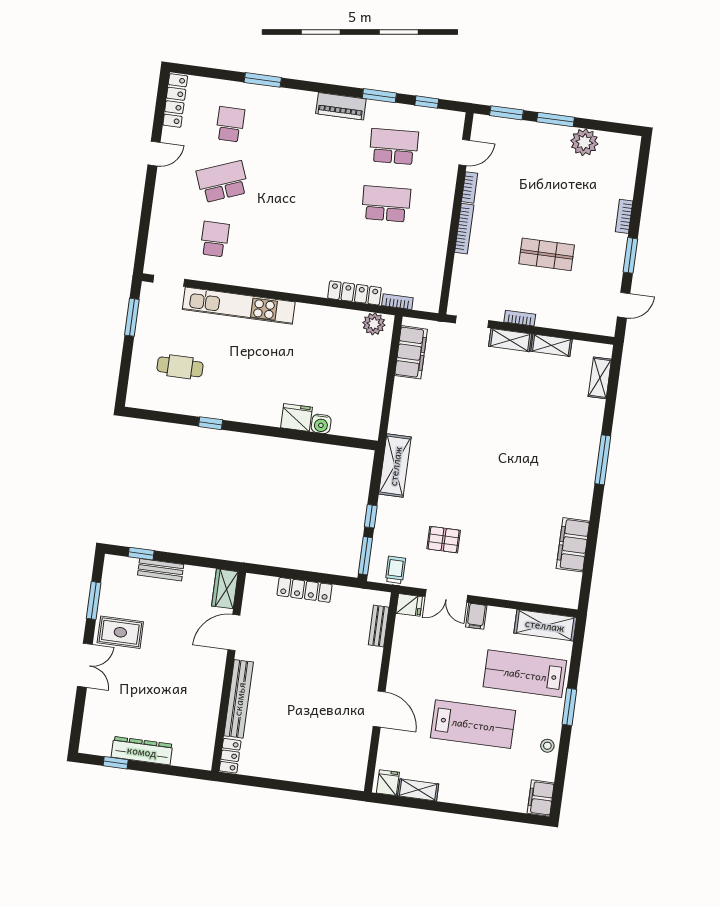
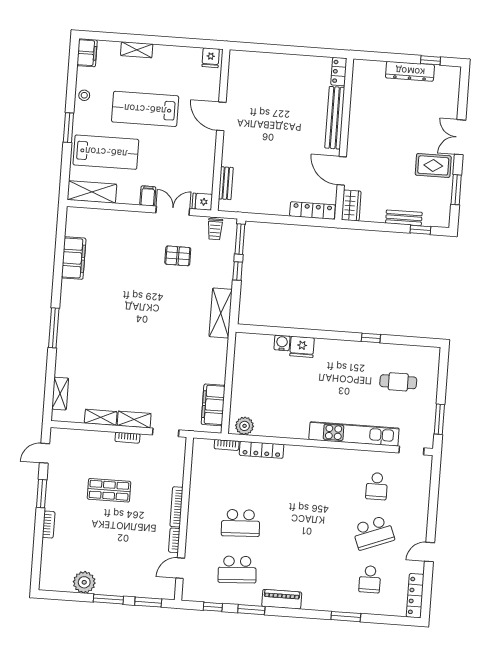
locker: (304, 590) -> (312, 210), moved
door: (234, 633) -> (342, 171), swing flipped
shelving: (418, 790) -> (137, 50), moved

